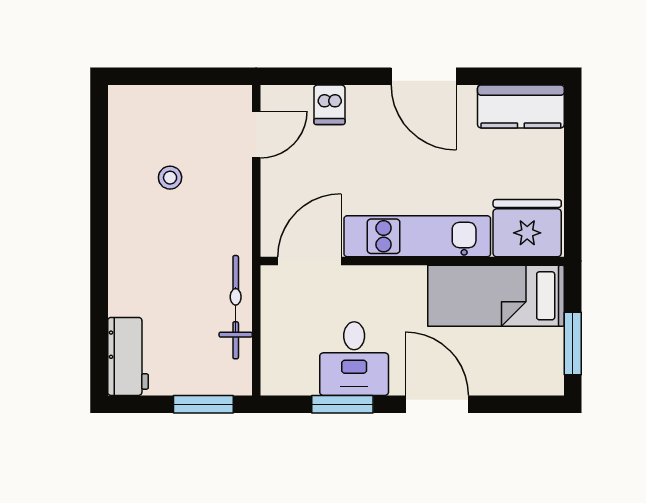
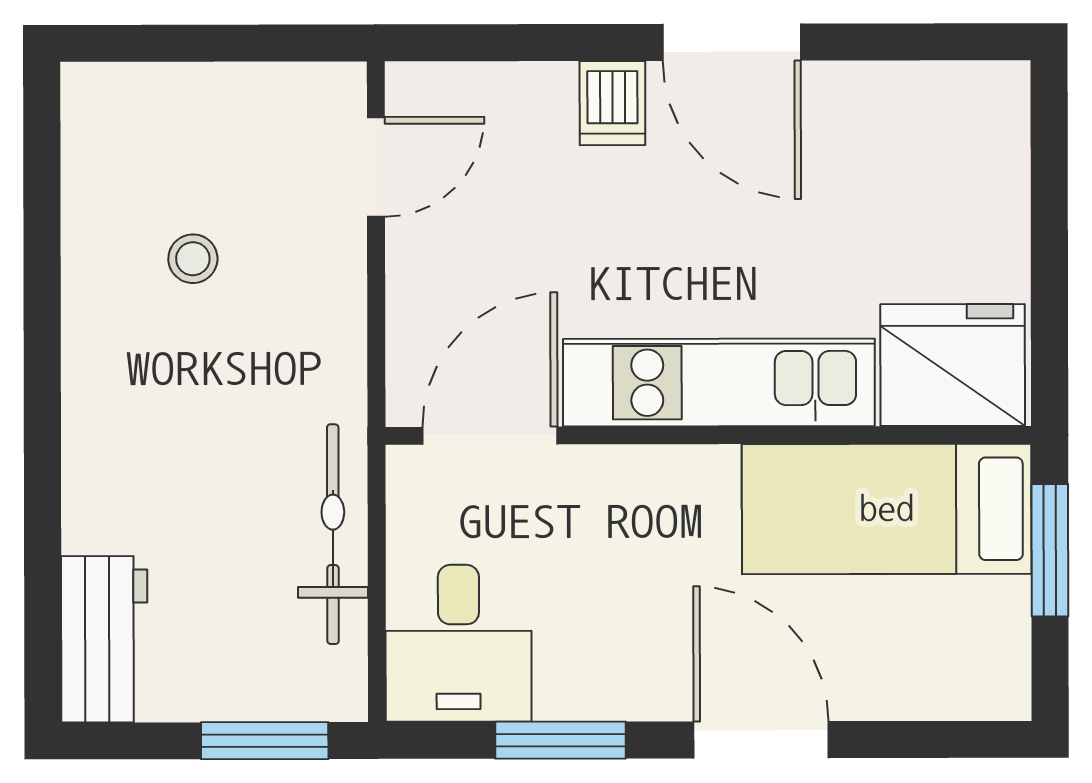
dishwasher: (329, 105) -> (612, 103), moved
kitchen counter: (521, 107) -> (939, 106), removed
window: (573, 343) -> (1050, 550), moved
desk: (354, 359) -> (458, 643), moved

